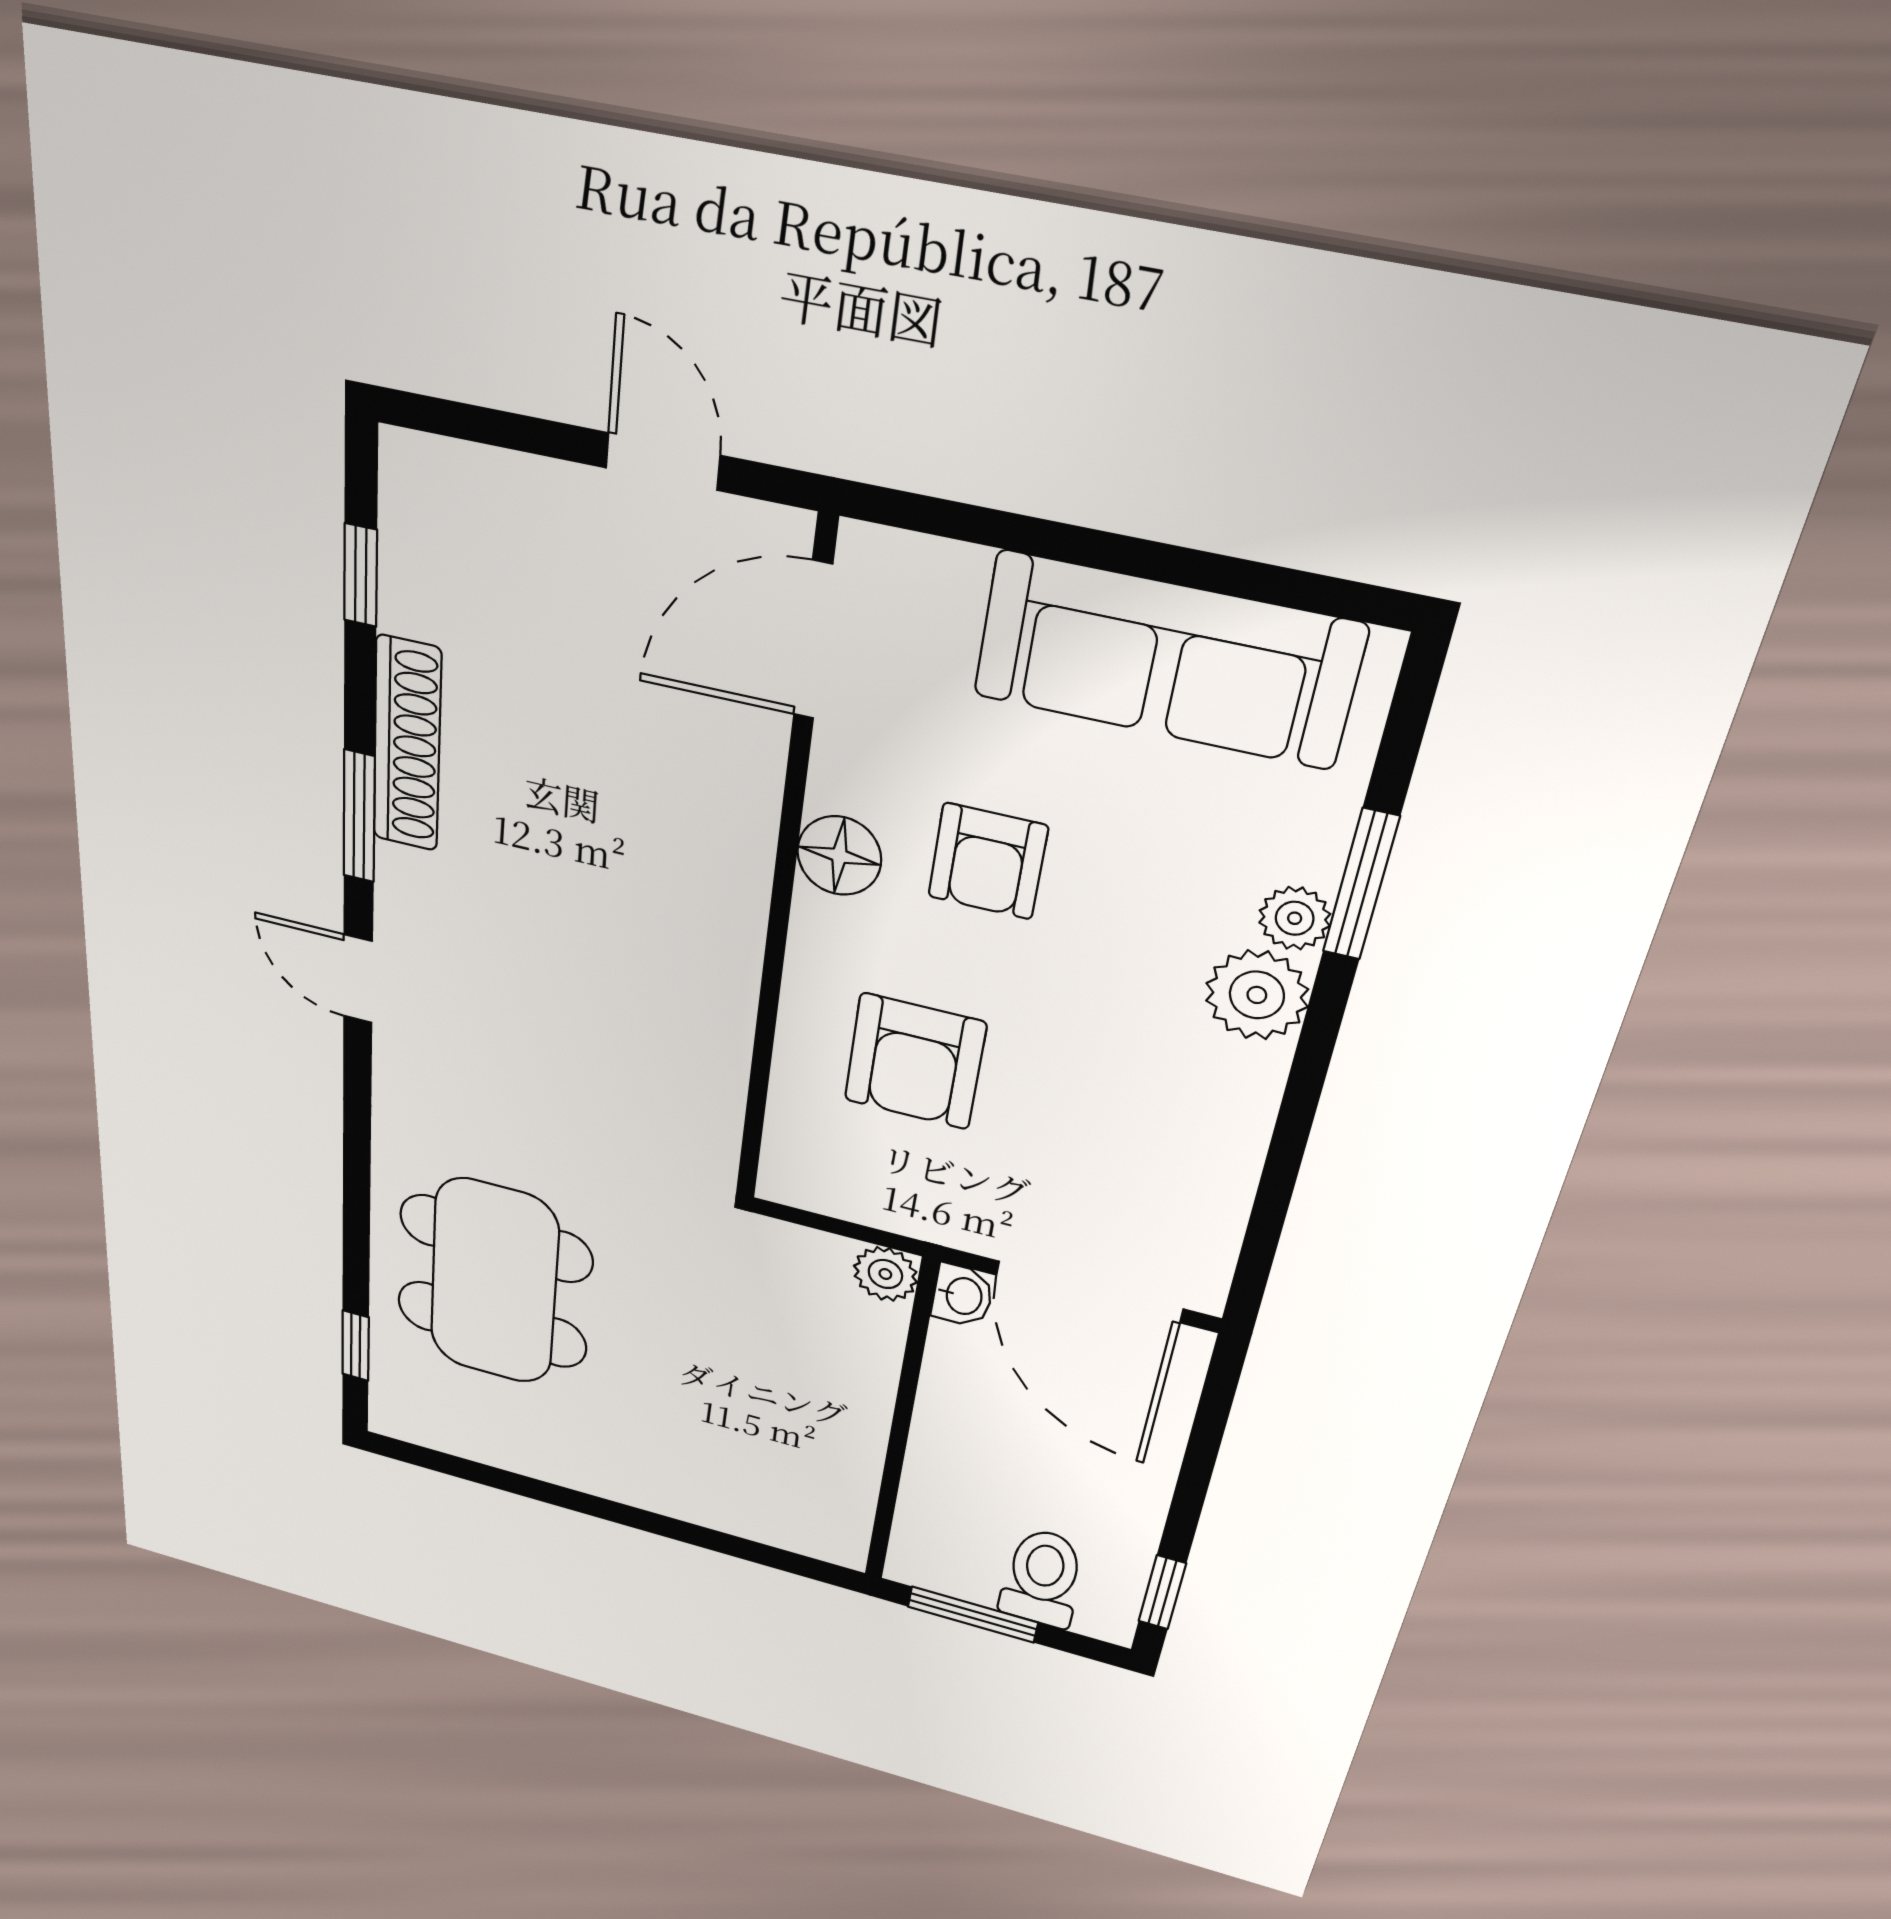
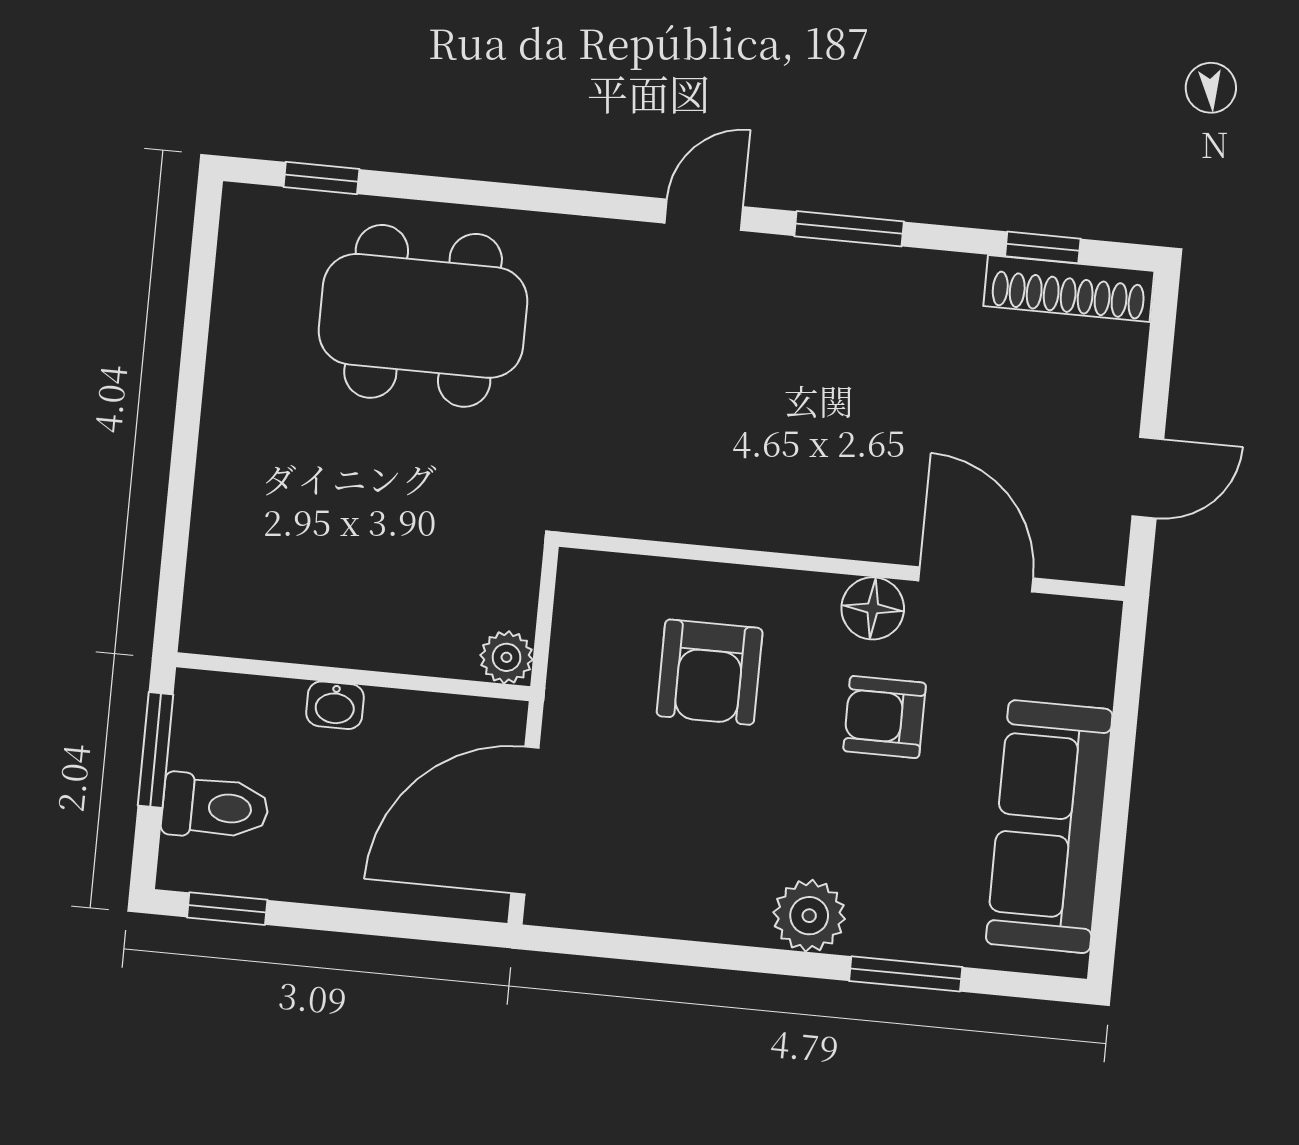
door: (813, 640) -> (976, 579), moved
shoe rack: (407, 745) -> (1069, 288), moved
plant: (1295, 918) -> (873, 934), removed
armchair: (915, 1061) -> (710, 672), turned -90
washbasin: (962, 1296) -> (335, 705), moved

